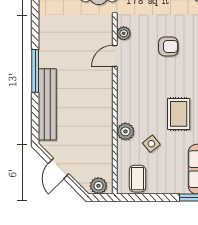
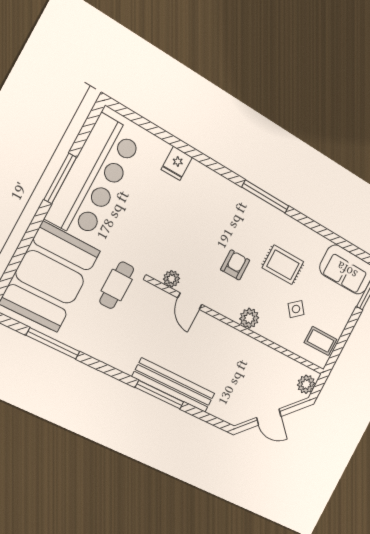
armchair: (168, 46) -> (235, 265), moved
bench: (47, 104) -> (174, 385), moved
plant: (125, 131) -> (249, 318), moved

